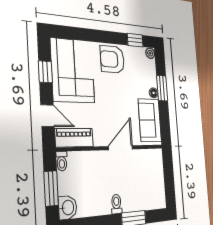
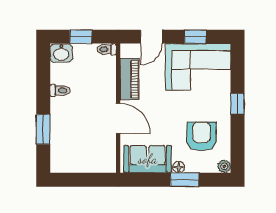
window: (135, 40) -> (238, 104), moved
armchair: (112, 59) -> (201, 136), moved
piano: (74, 138) -> (130, 79), moved
window: (51, 188) -> (81, 37), width x0.67
toilet: (116, 204) -> (60, 91), moved

